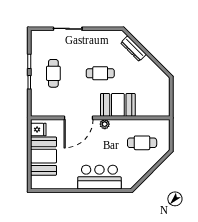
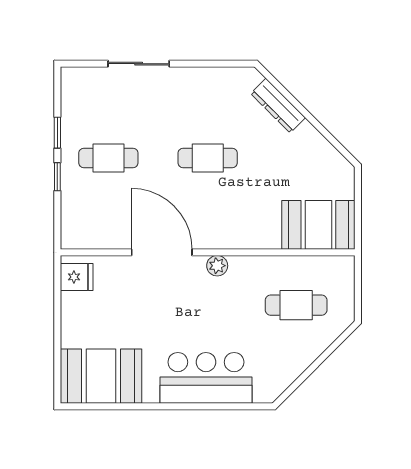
cafe table: (53, 73) -> (108, 158), turned 90
booth: (118, 105) -> (318, 225), moved
door: (79, 118) -> (162, 252), swing flipped
booth: (44, 156) -> (101, 376), moved, turned 90

